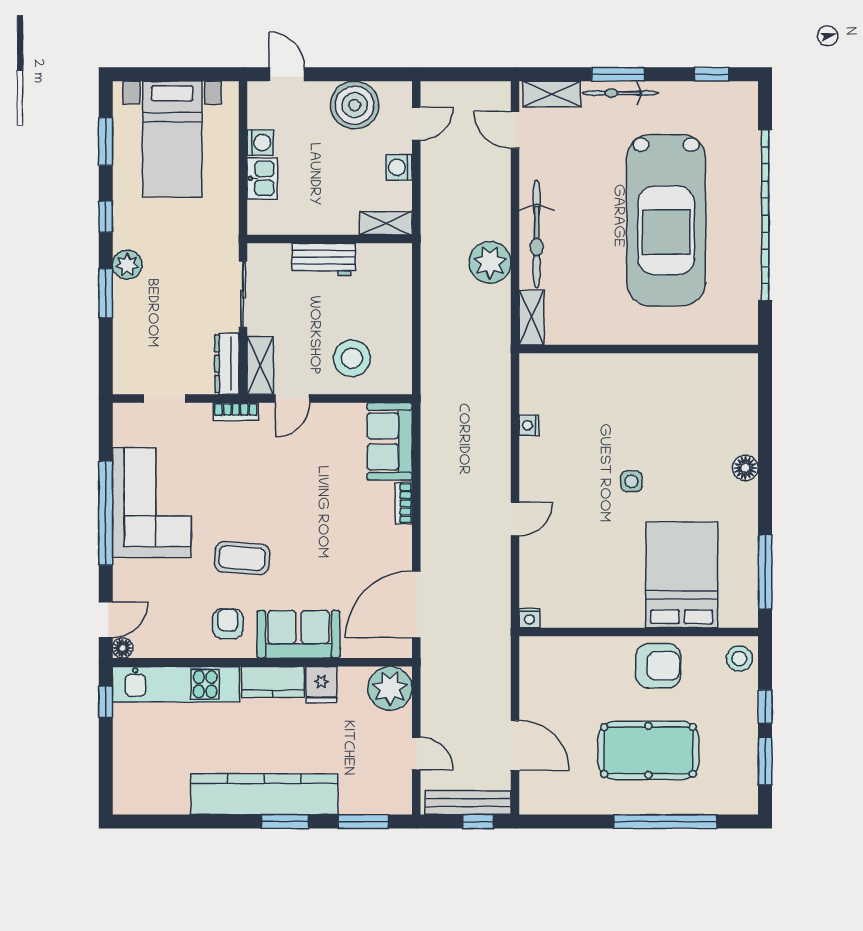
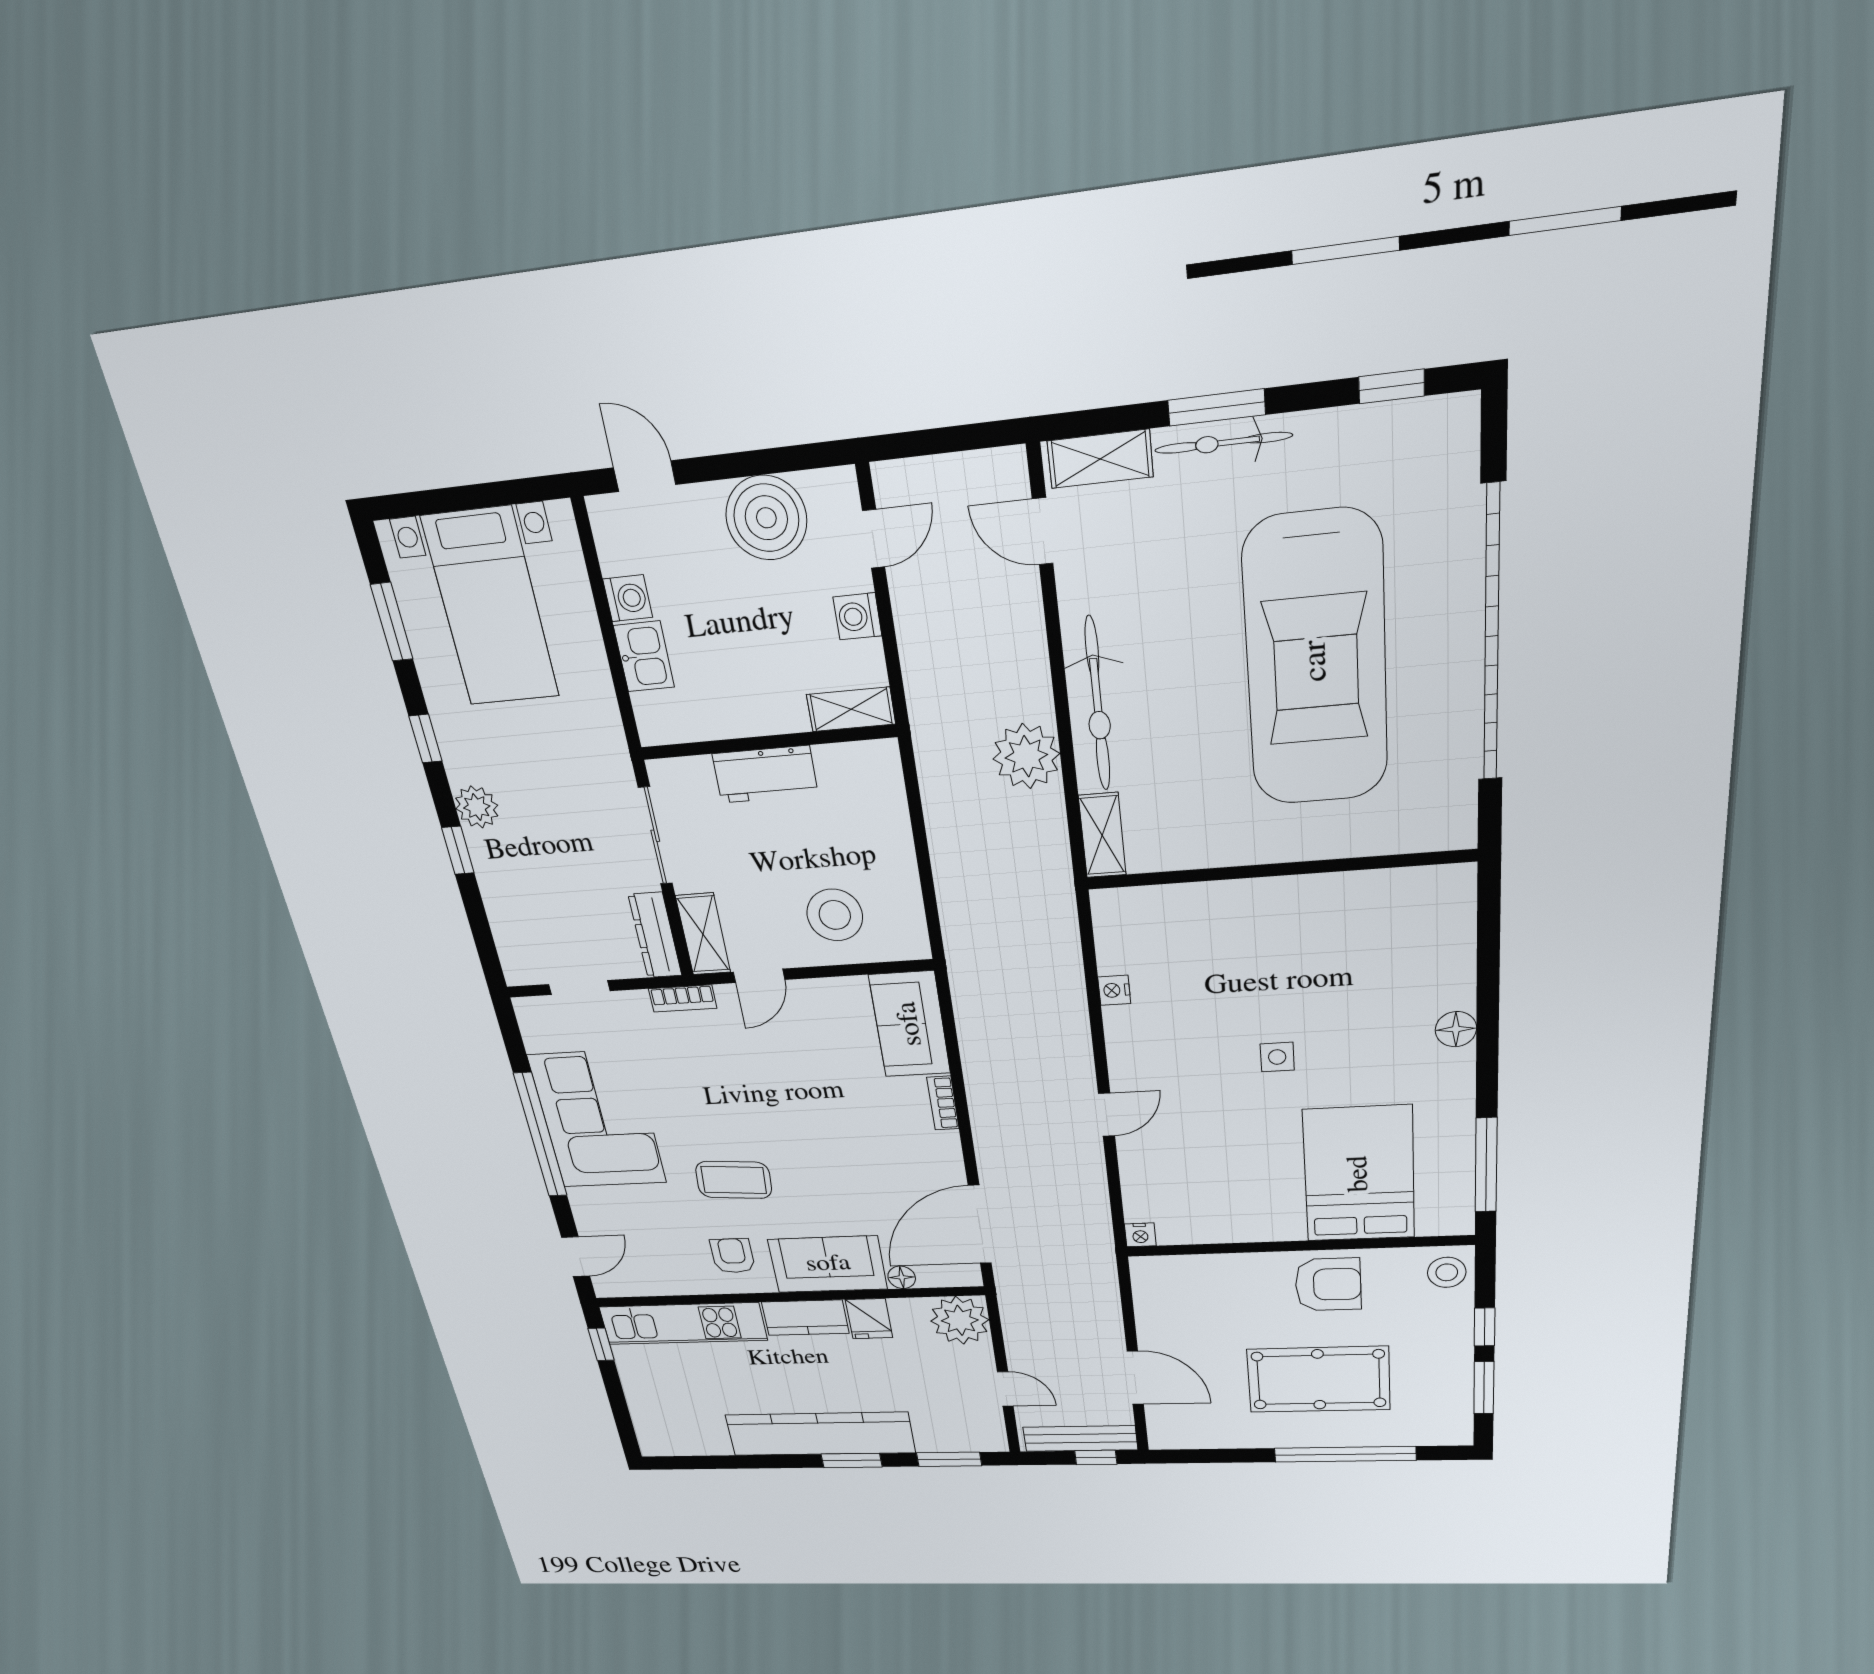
window: (106, 293) -> (458, 850), width x0.67
floor lamp: (123, 648) -> (902, 1277), moved

